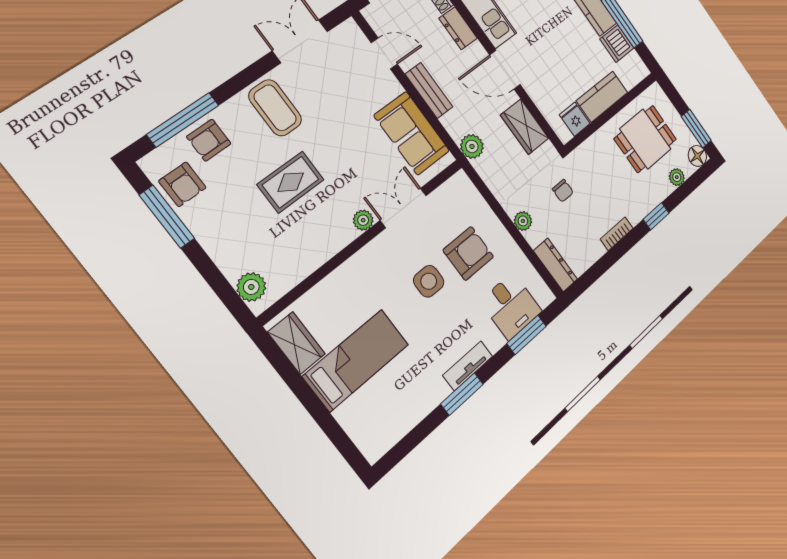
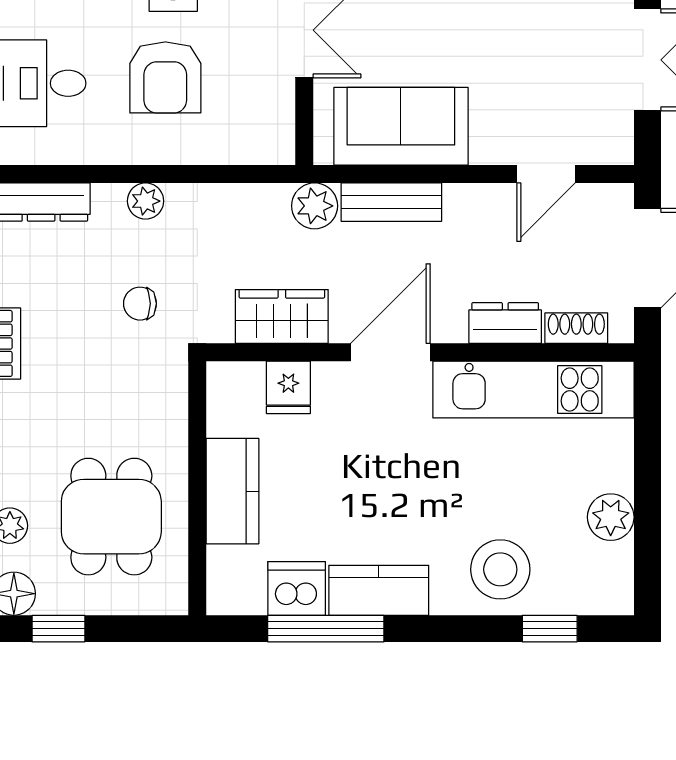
bench: (429, 91) -> (391, 202), moved
fridge: (575, 119) -> (288, 387), moved, turned 90
window: (696, 128) -> (58, 629), width x0.67

